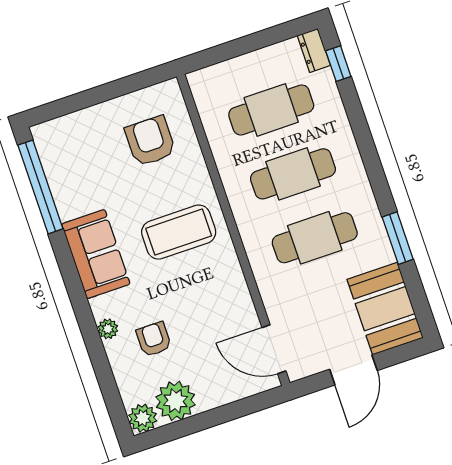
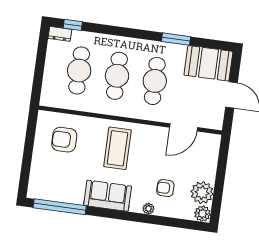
door: (274, 349) -> (183, 127), moved

